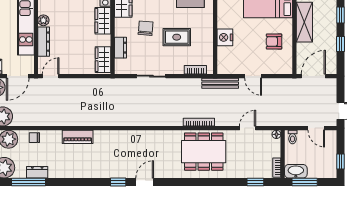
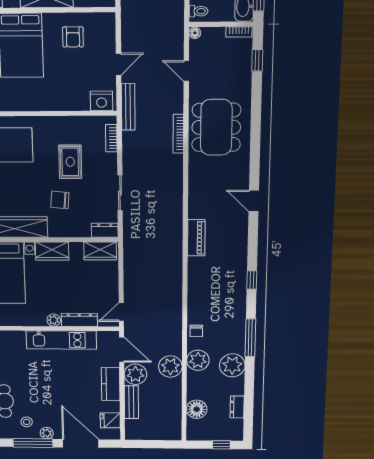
nightstand: (225, 37) -> (102, 101), moved
dresser: (120, 48) -> (105, 230), moved
door: (51, 76) -> (121, 312), hinge flipped
piano: (78, 137) -> (196, 238), moved
dresser: (37, 172) -> (239, 328), removed
window: (118, 182) -> (252, 280), moved

